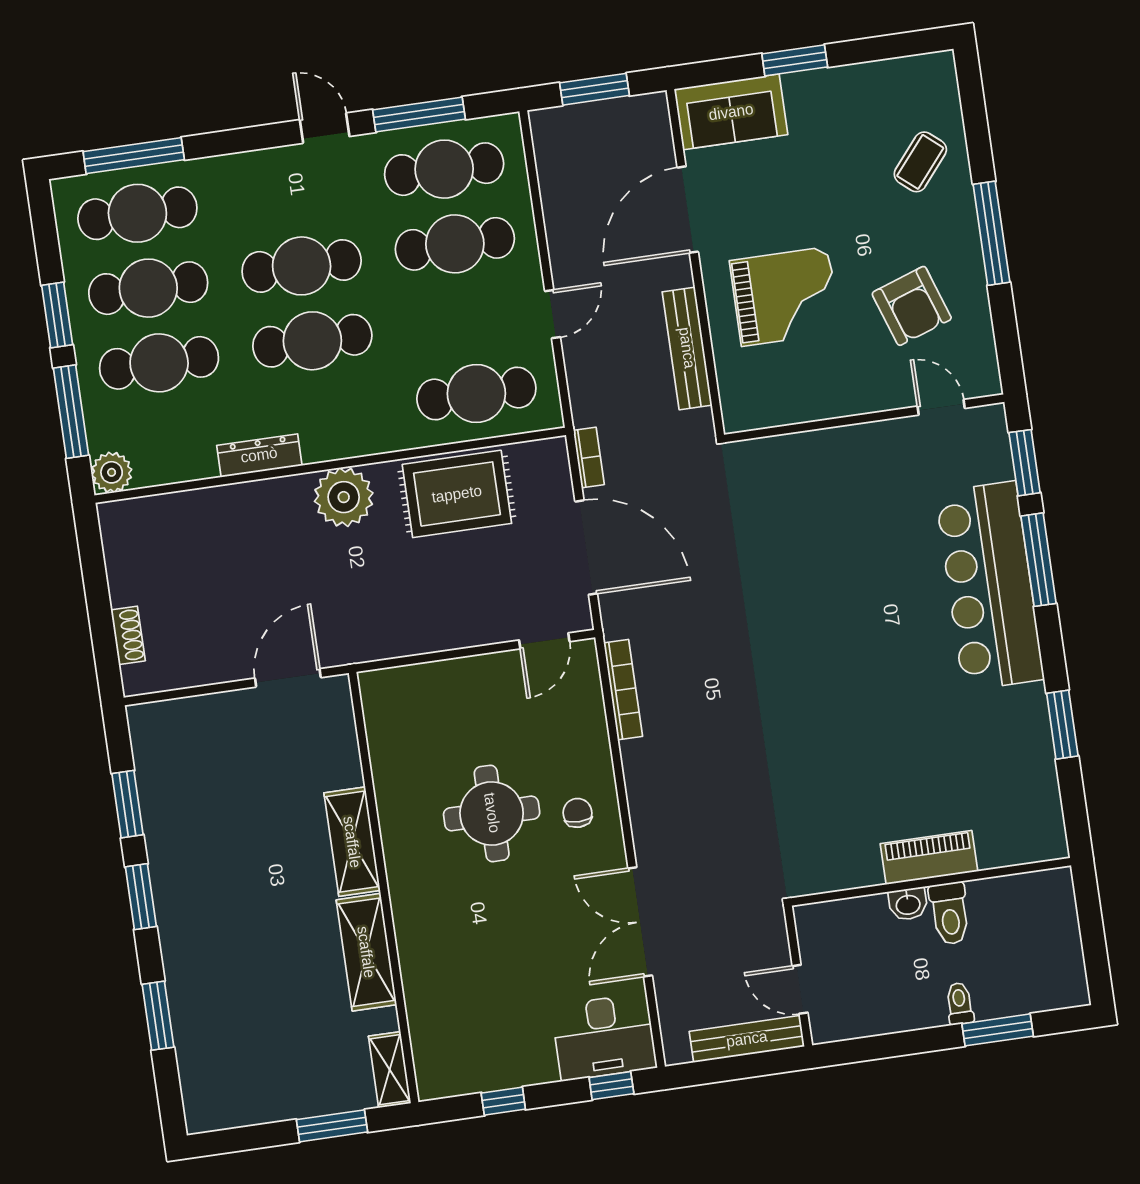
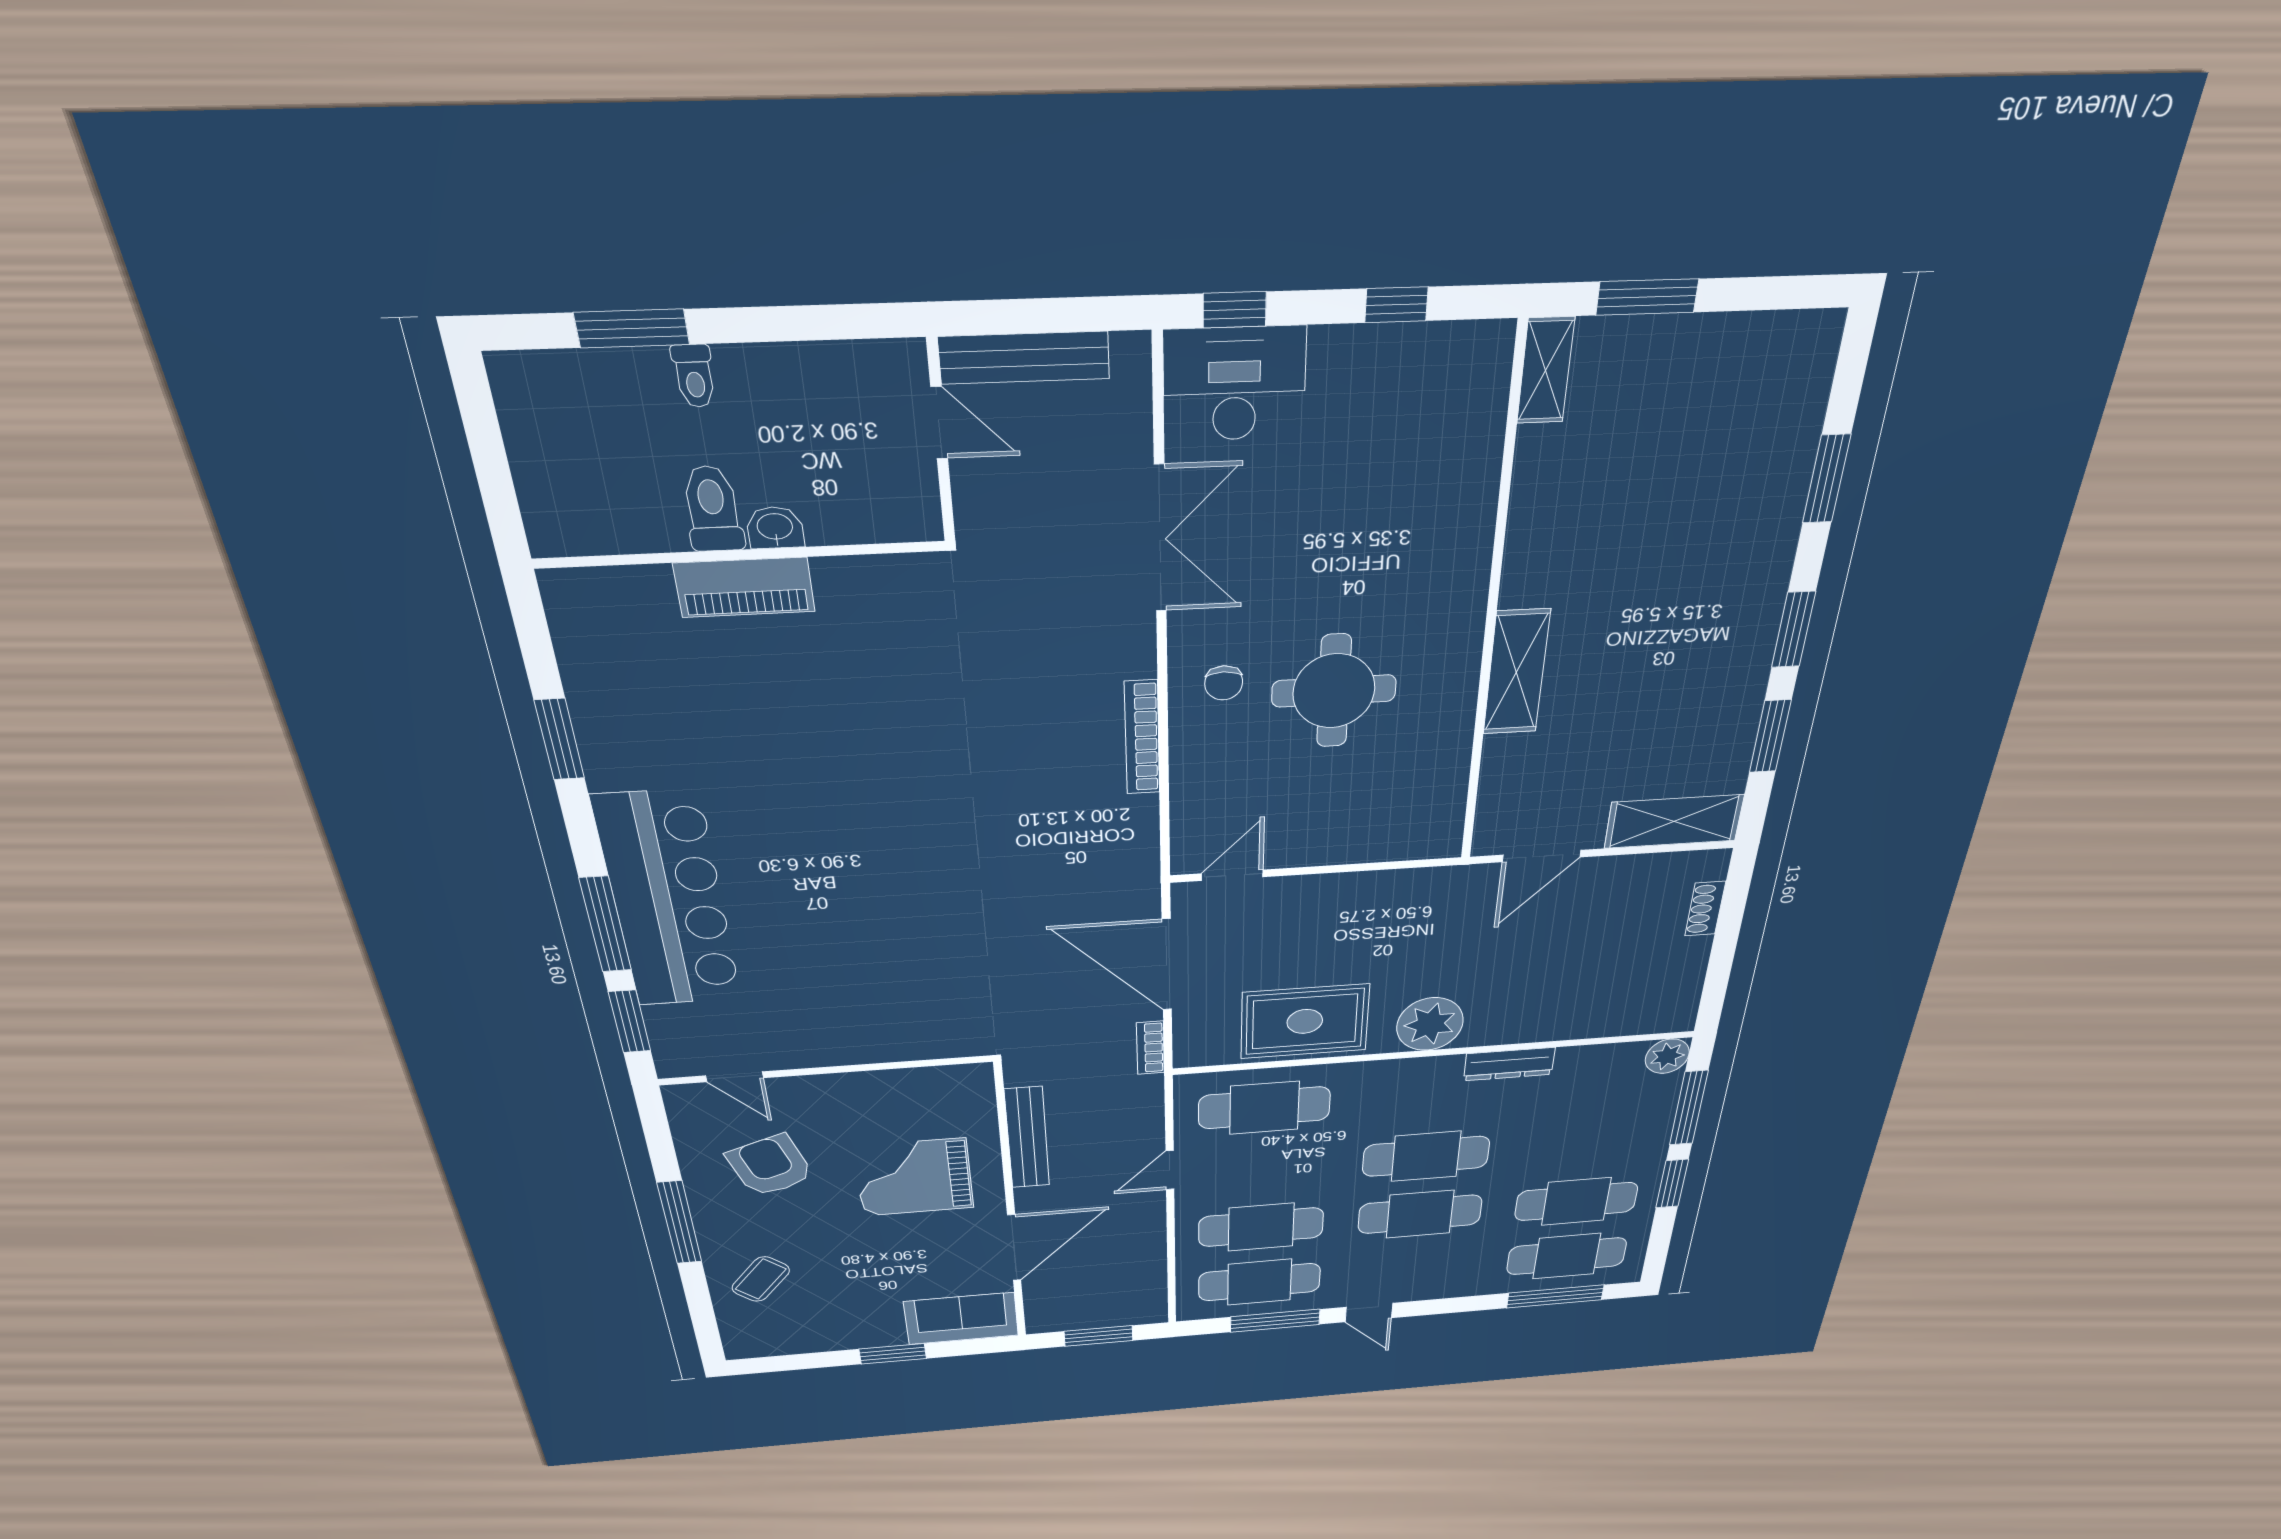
cafe table: (159, 363) -> (1586, 1144), removed
bookcase: (623, 690) -> (1142, 738), moved
shelving: (366, 952) -> (1674, 821), moved, turned 90

